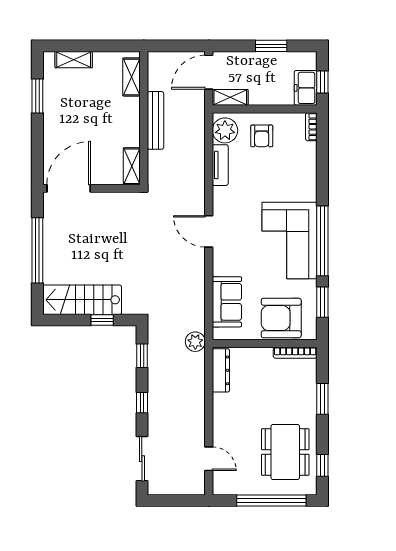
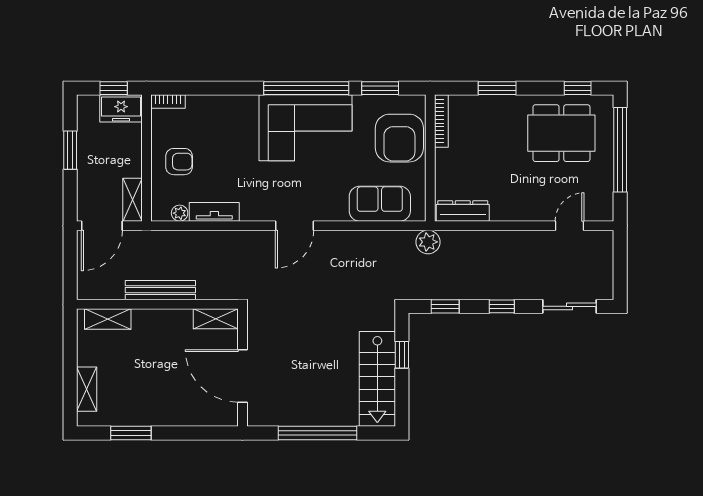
door: (209, 72) -> (102, 226), hinge flipped
plant: (225, 130) -> (180, 213), width x0.53, depth x0.53
door: (69, 188) -> (243, 376), moved

